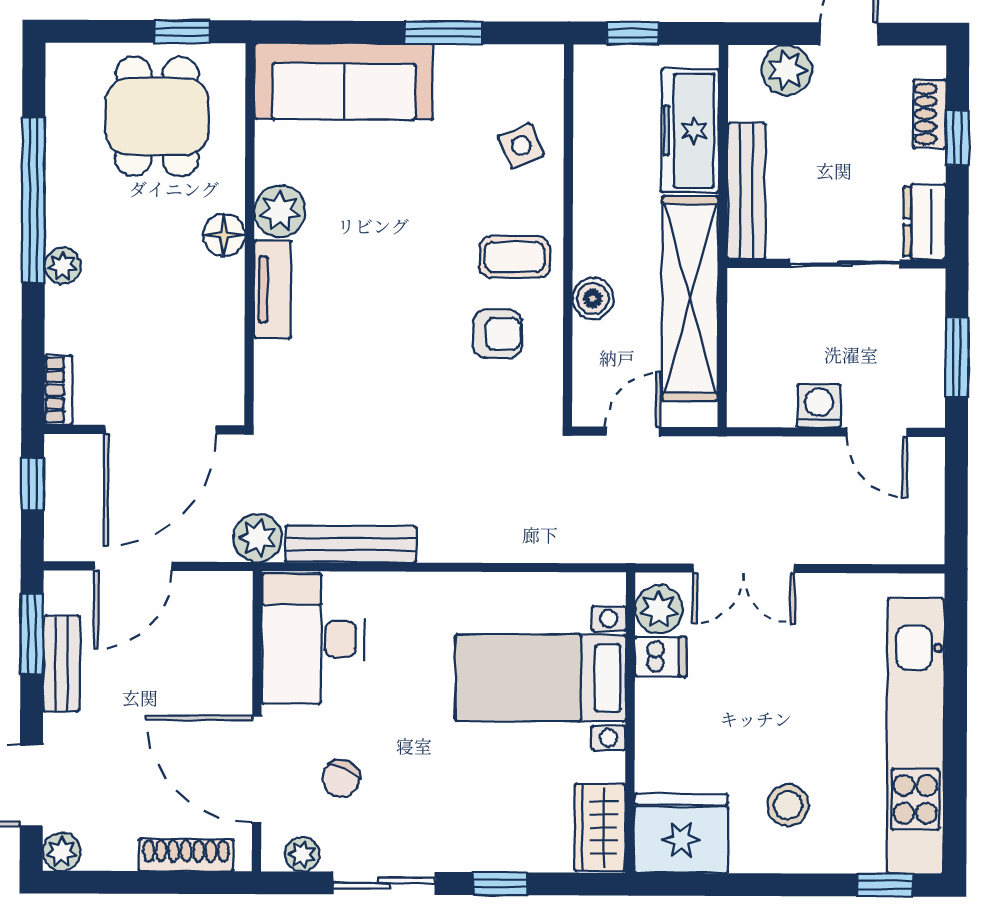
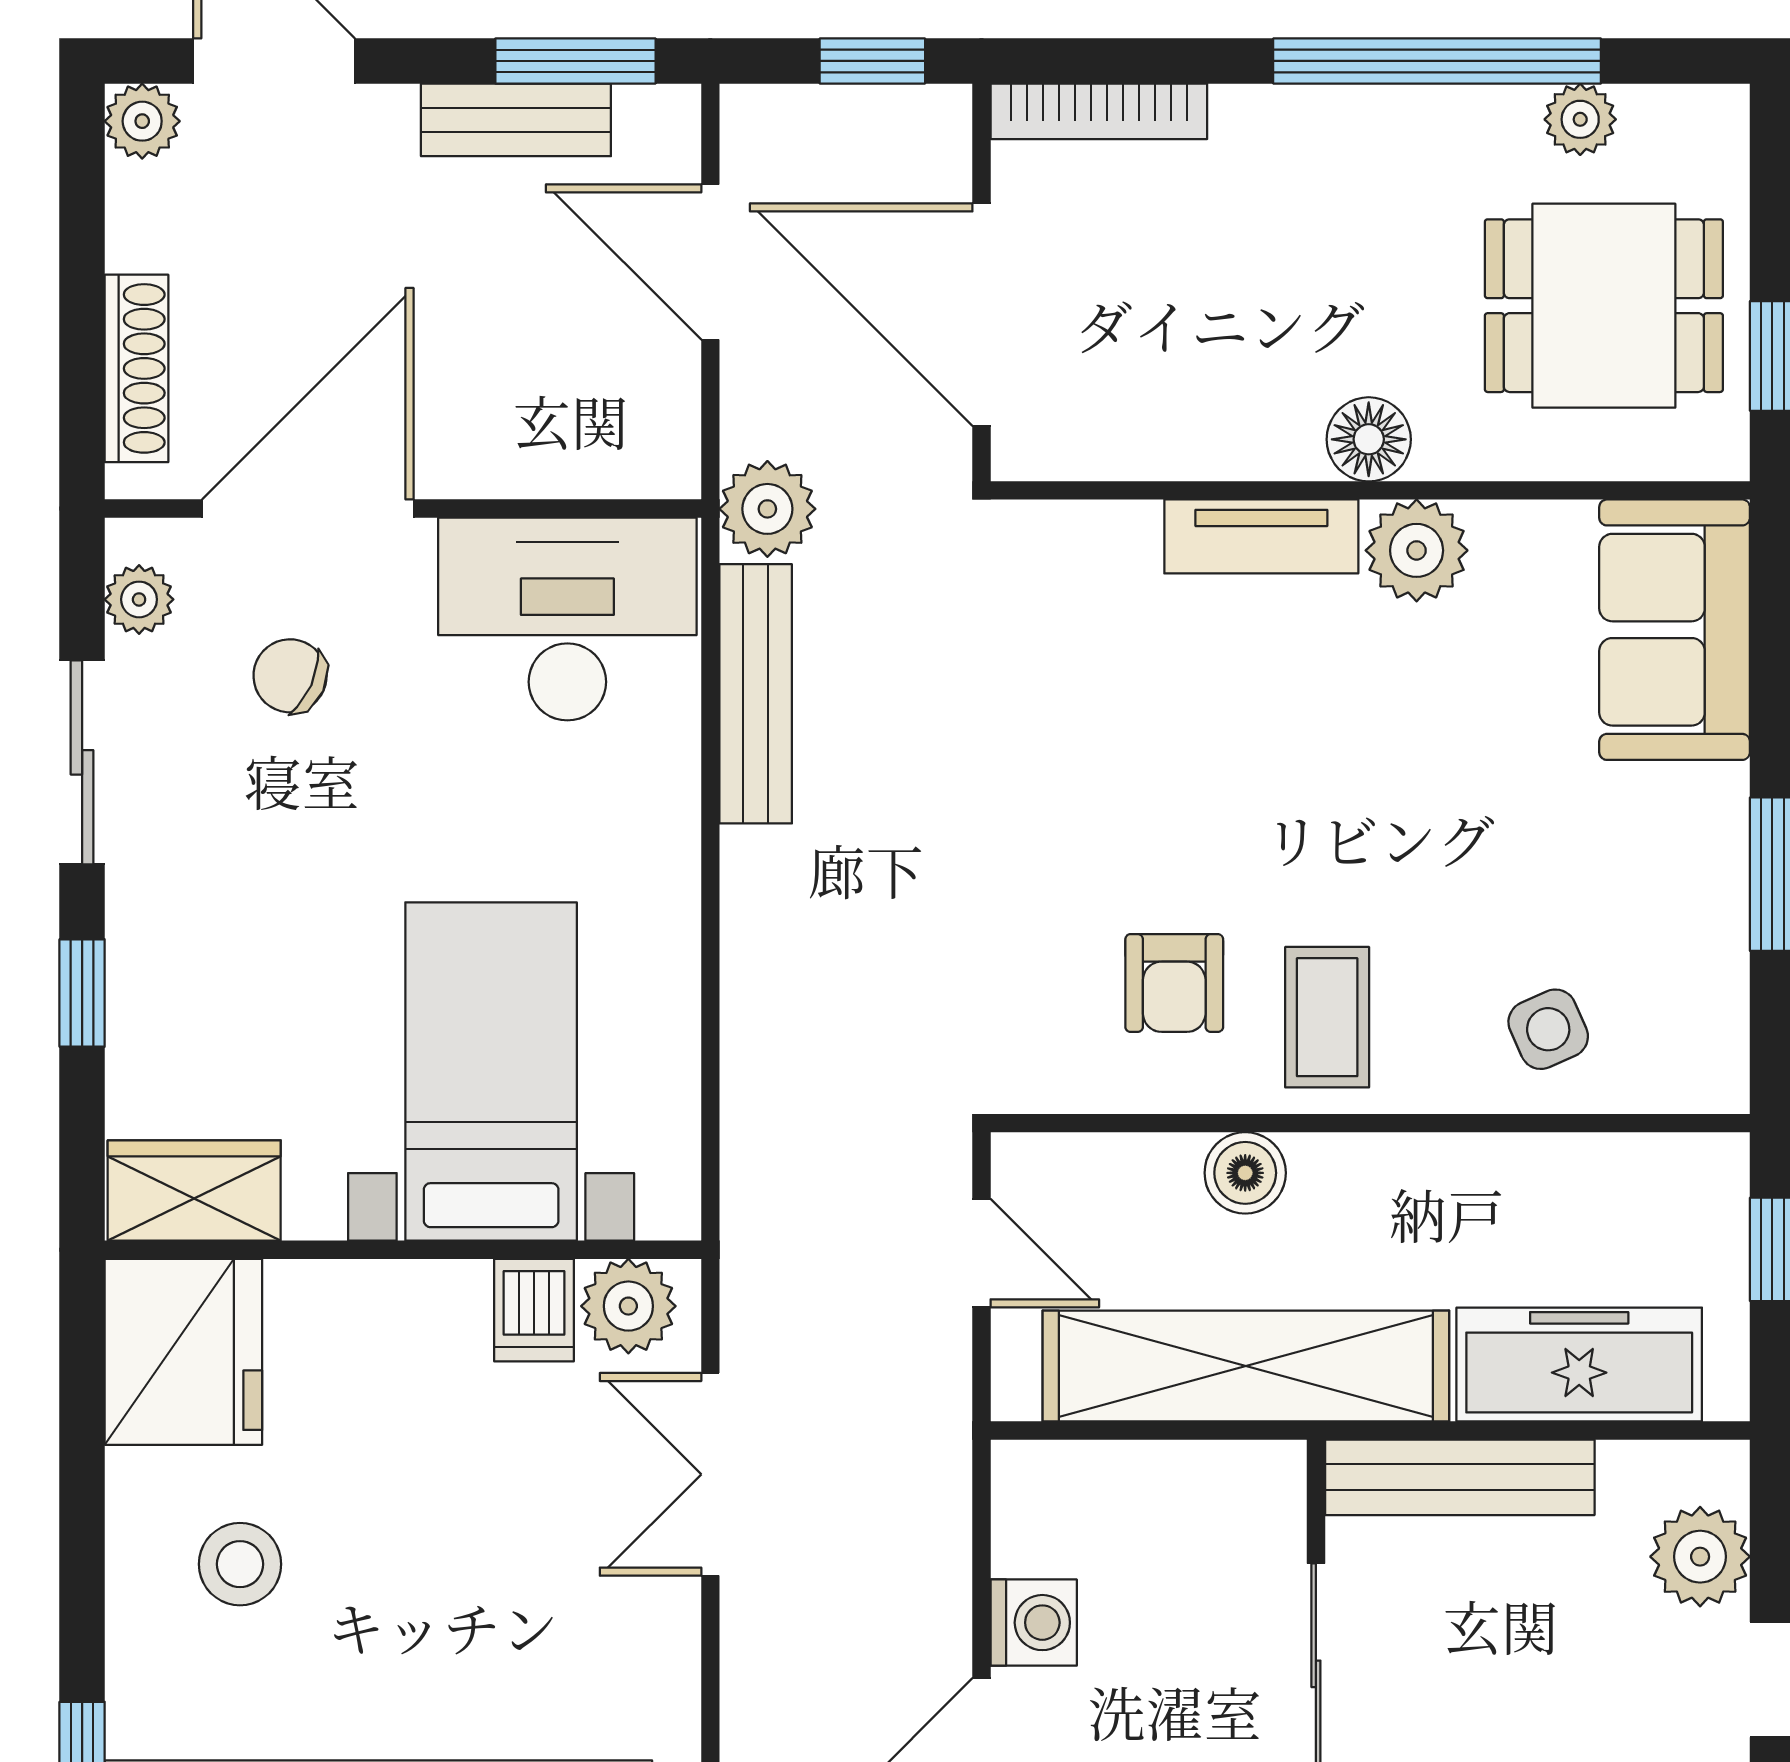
sofa: (344, 81) -> (1675, 630), width x0.73
plant: (63, 266) -> (1580, 119), moved
bookcase: (58, 390) -> (1099, 111), width x1.56

